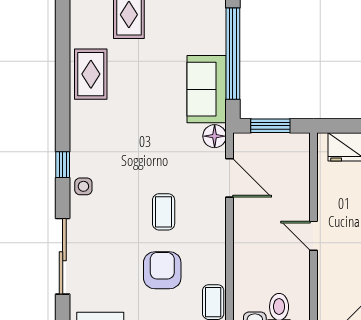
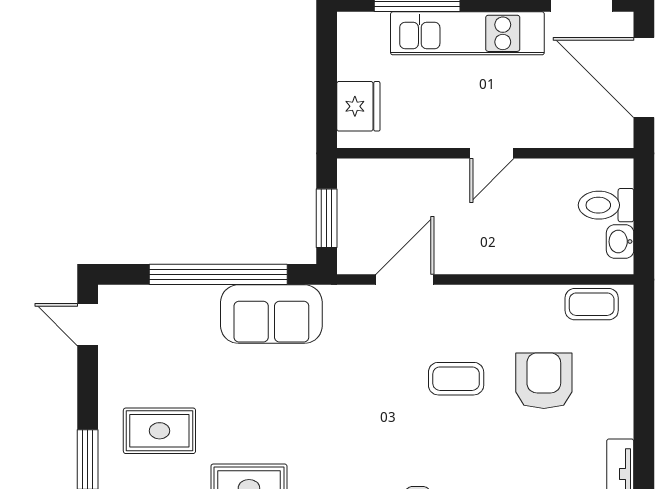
floor lamp: (215, 136) -> (342, 302), removed
armchair: (162, 270) -> (544, 381), turned 90

